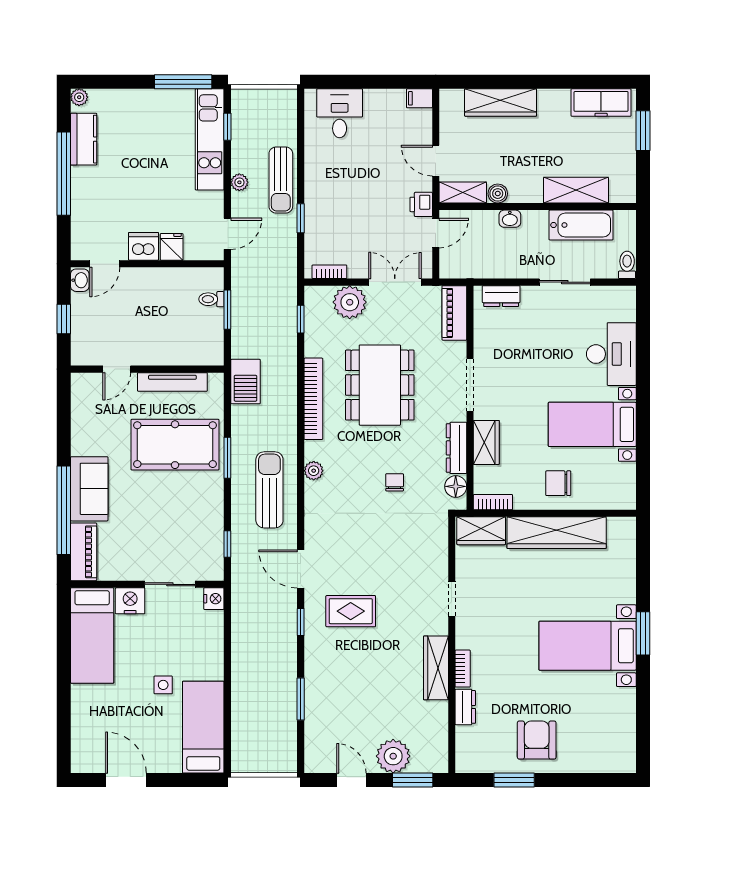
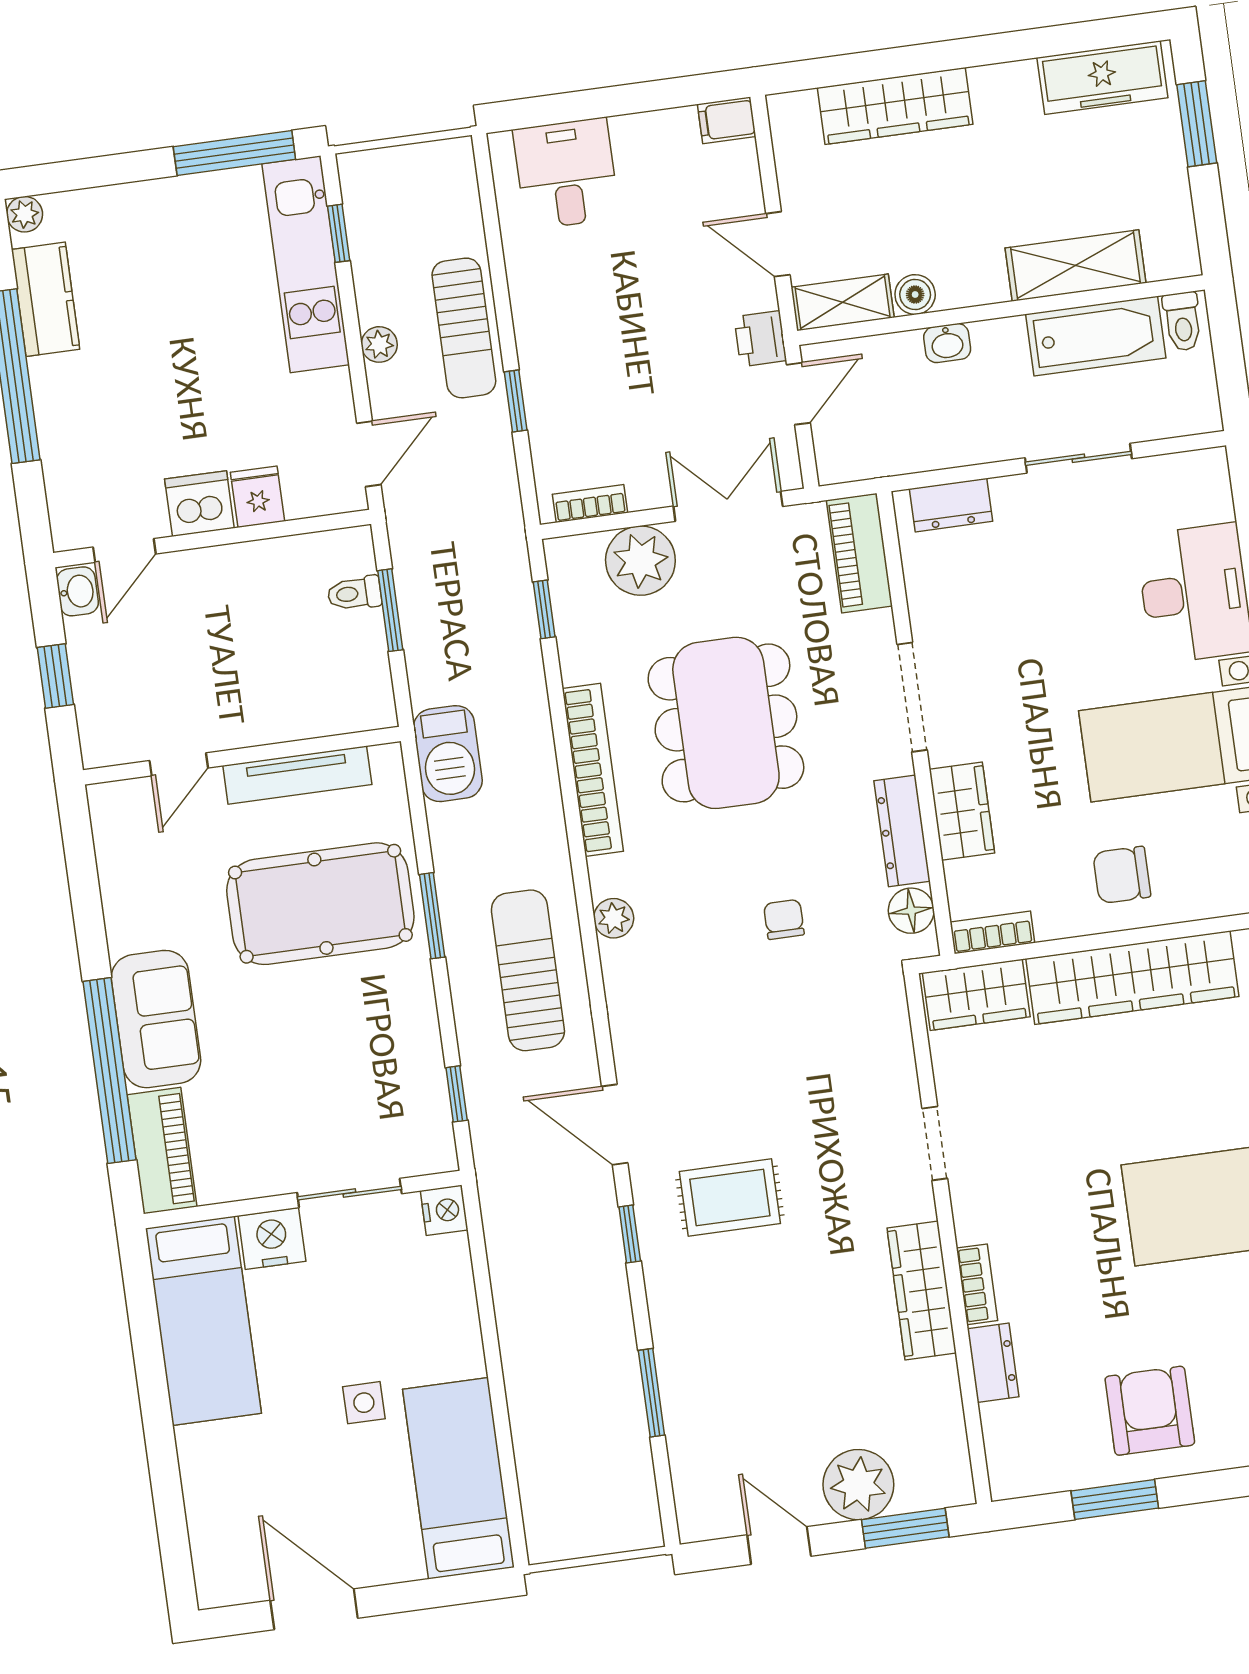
toilet: (627, 265) -> (1182, 321), moved, turned 180

